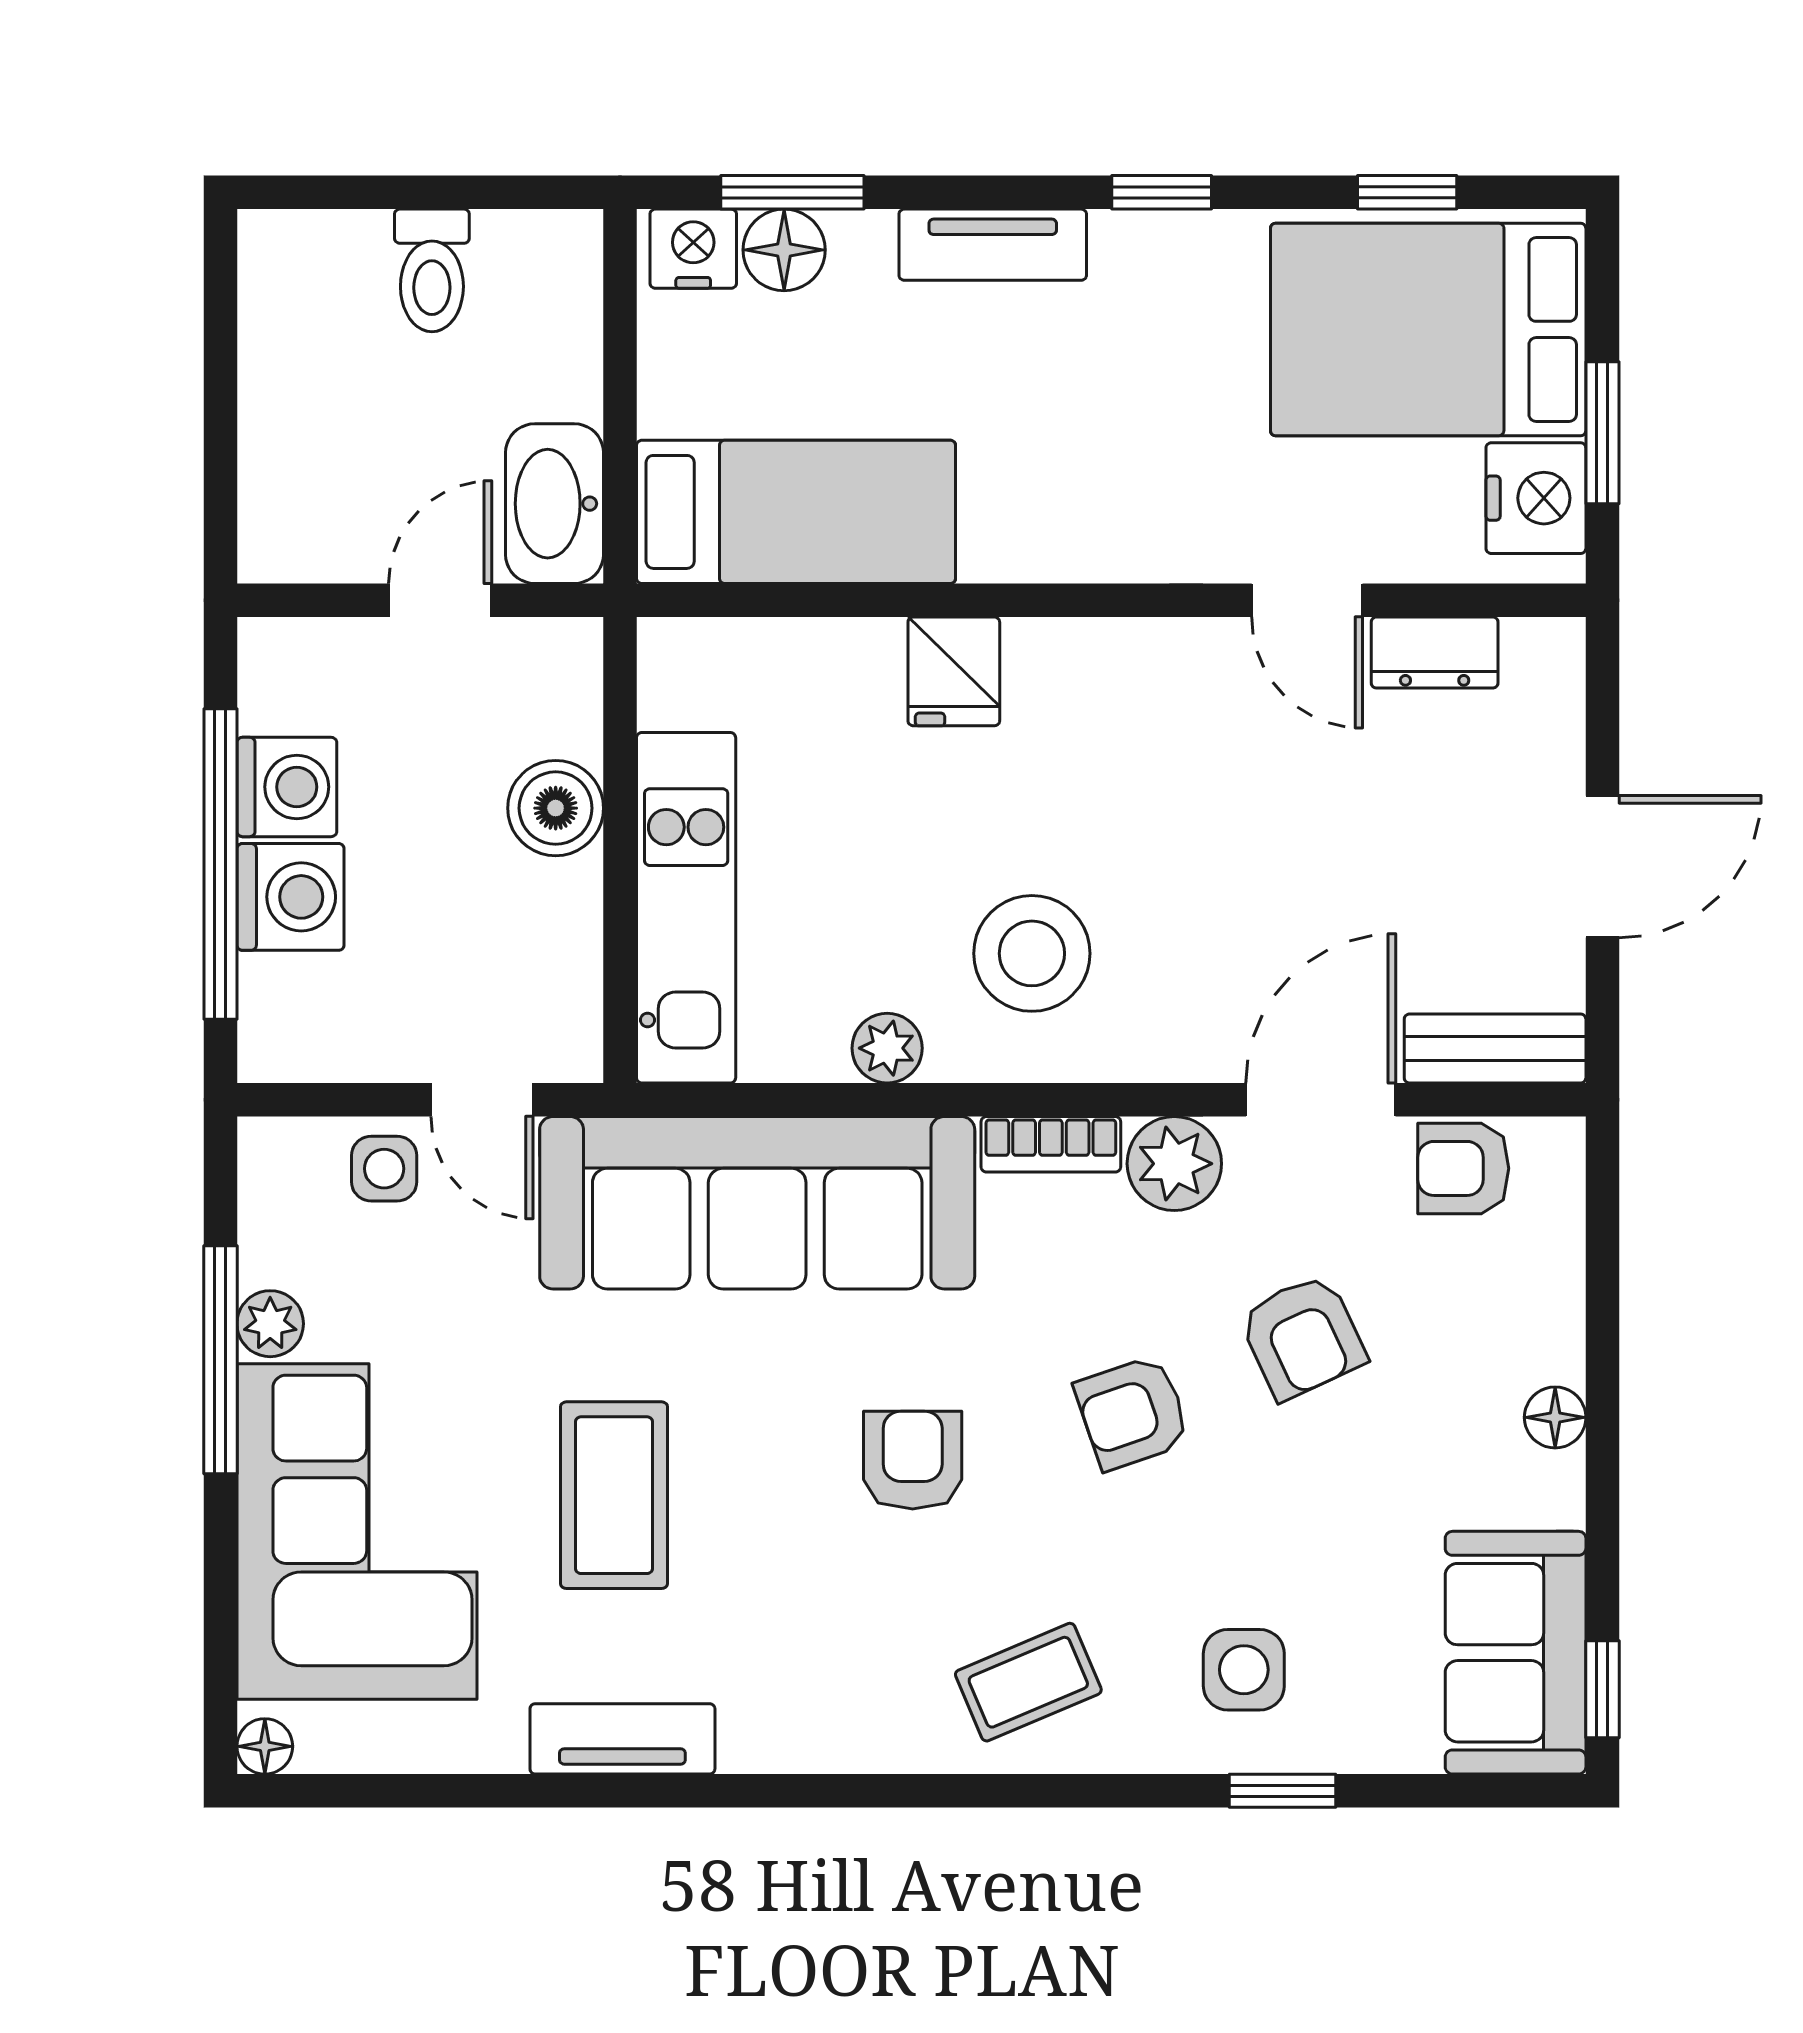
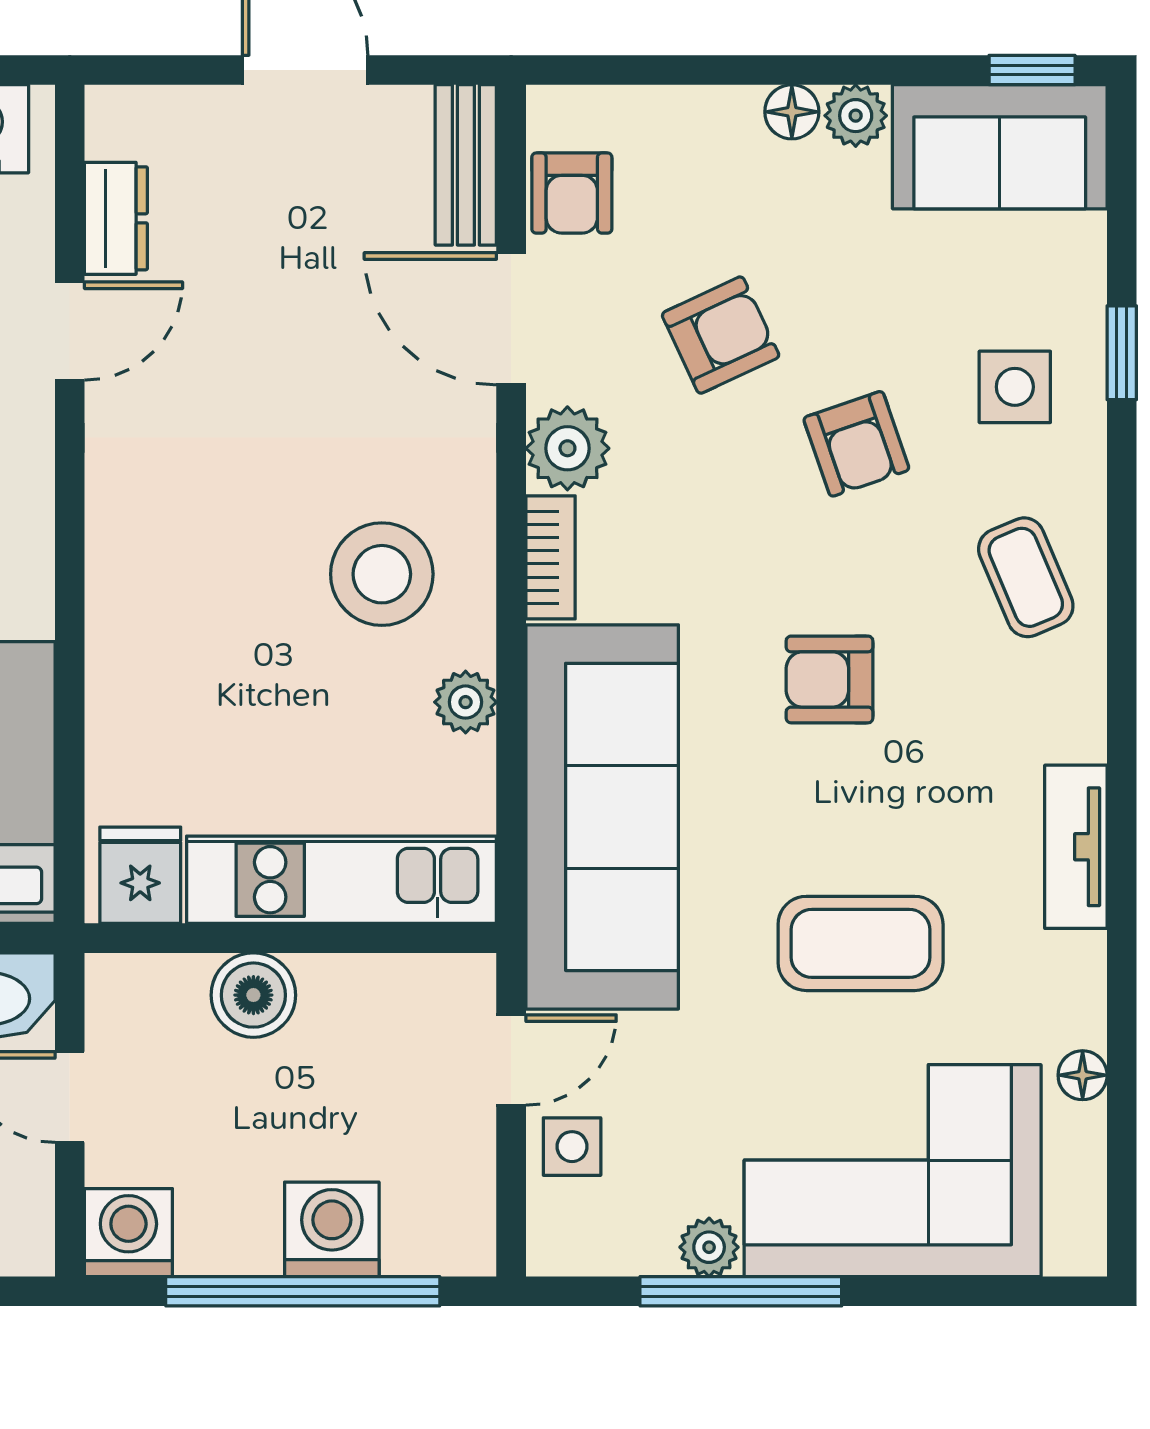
fridge: (954, 671) -> (140, 875), moved, turned -90
washing machine: (287, 787) -> (128, 1233), moved
armchair: (1132, 1413) -> (856, 444), moved
plant: (1551, 1490) -> (856, 116), added
tv unit: (622, 1739) -> (1076, 847), moved
floor lamp: (265, 1746) -> (1083, 1075), moved

